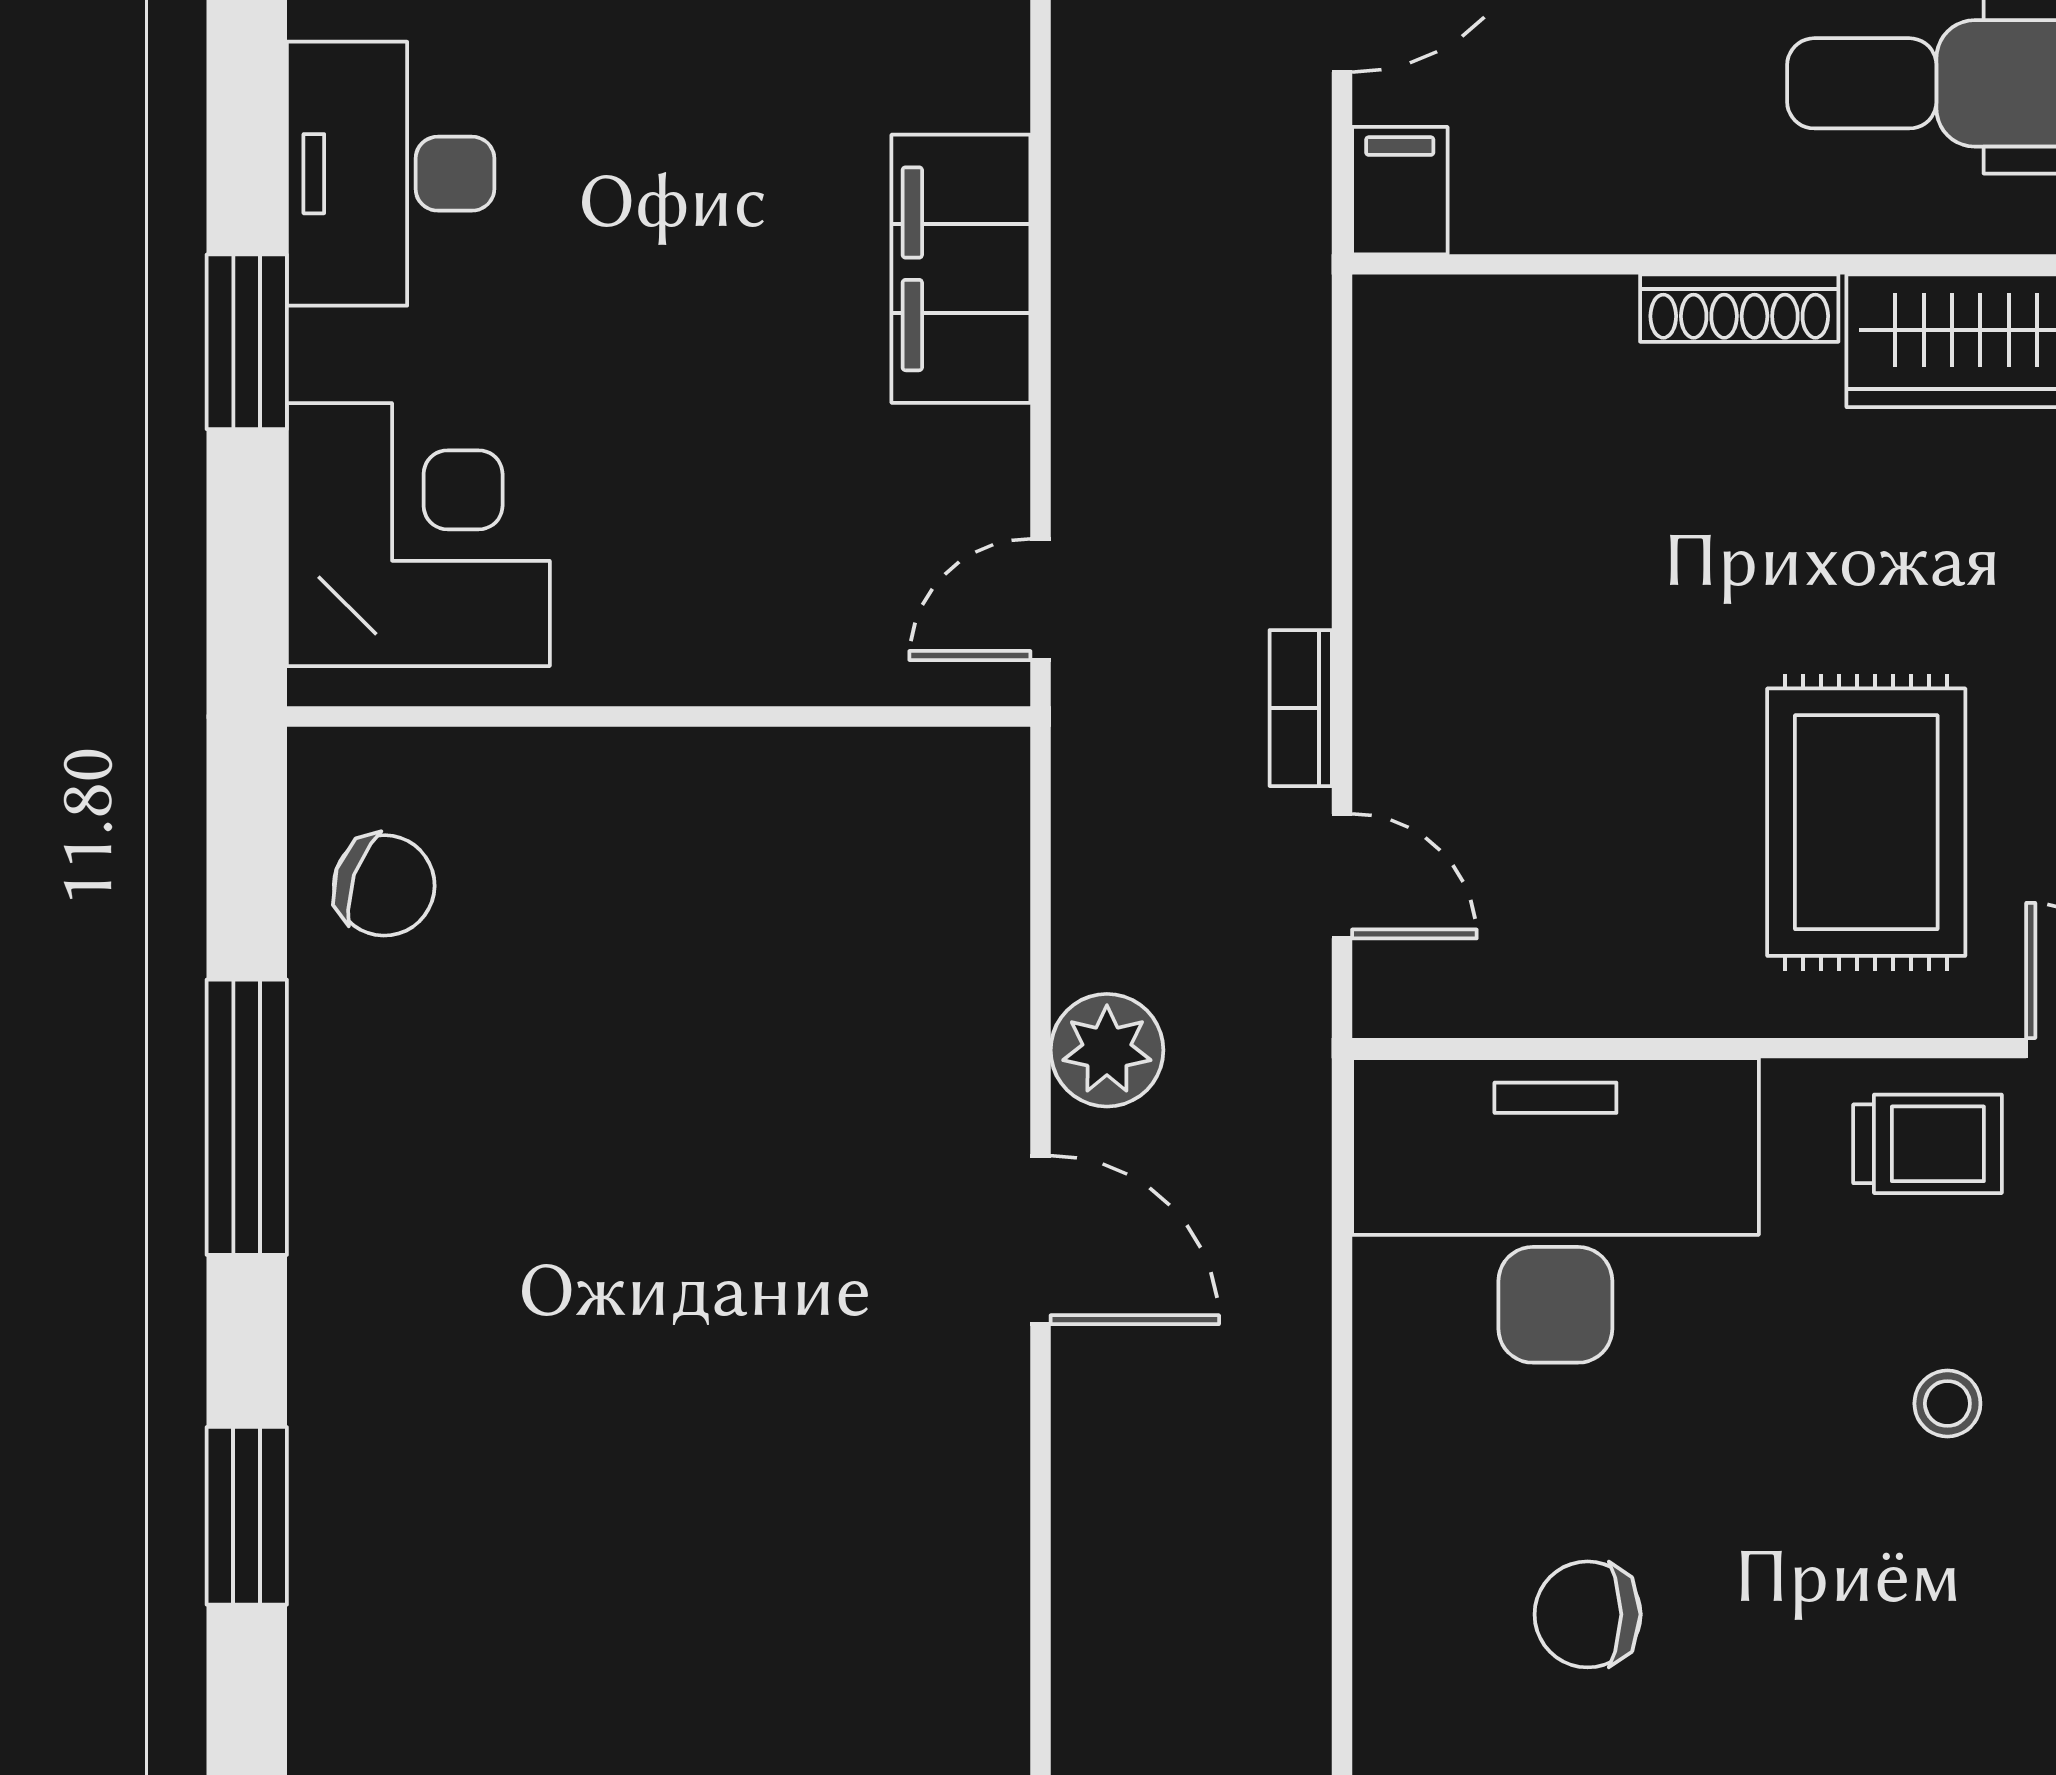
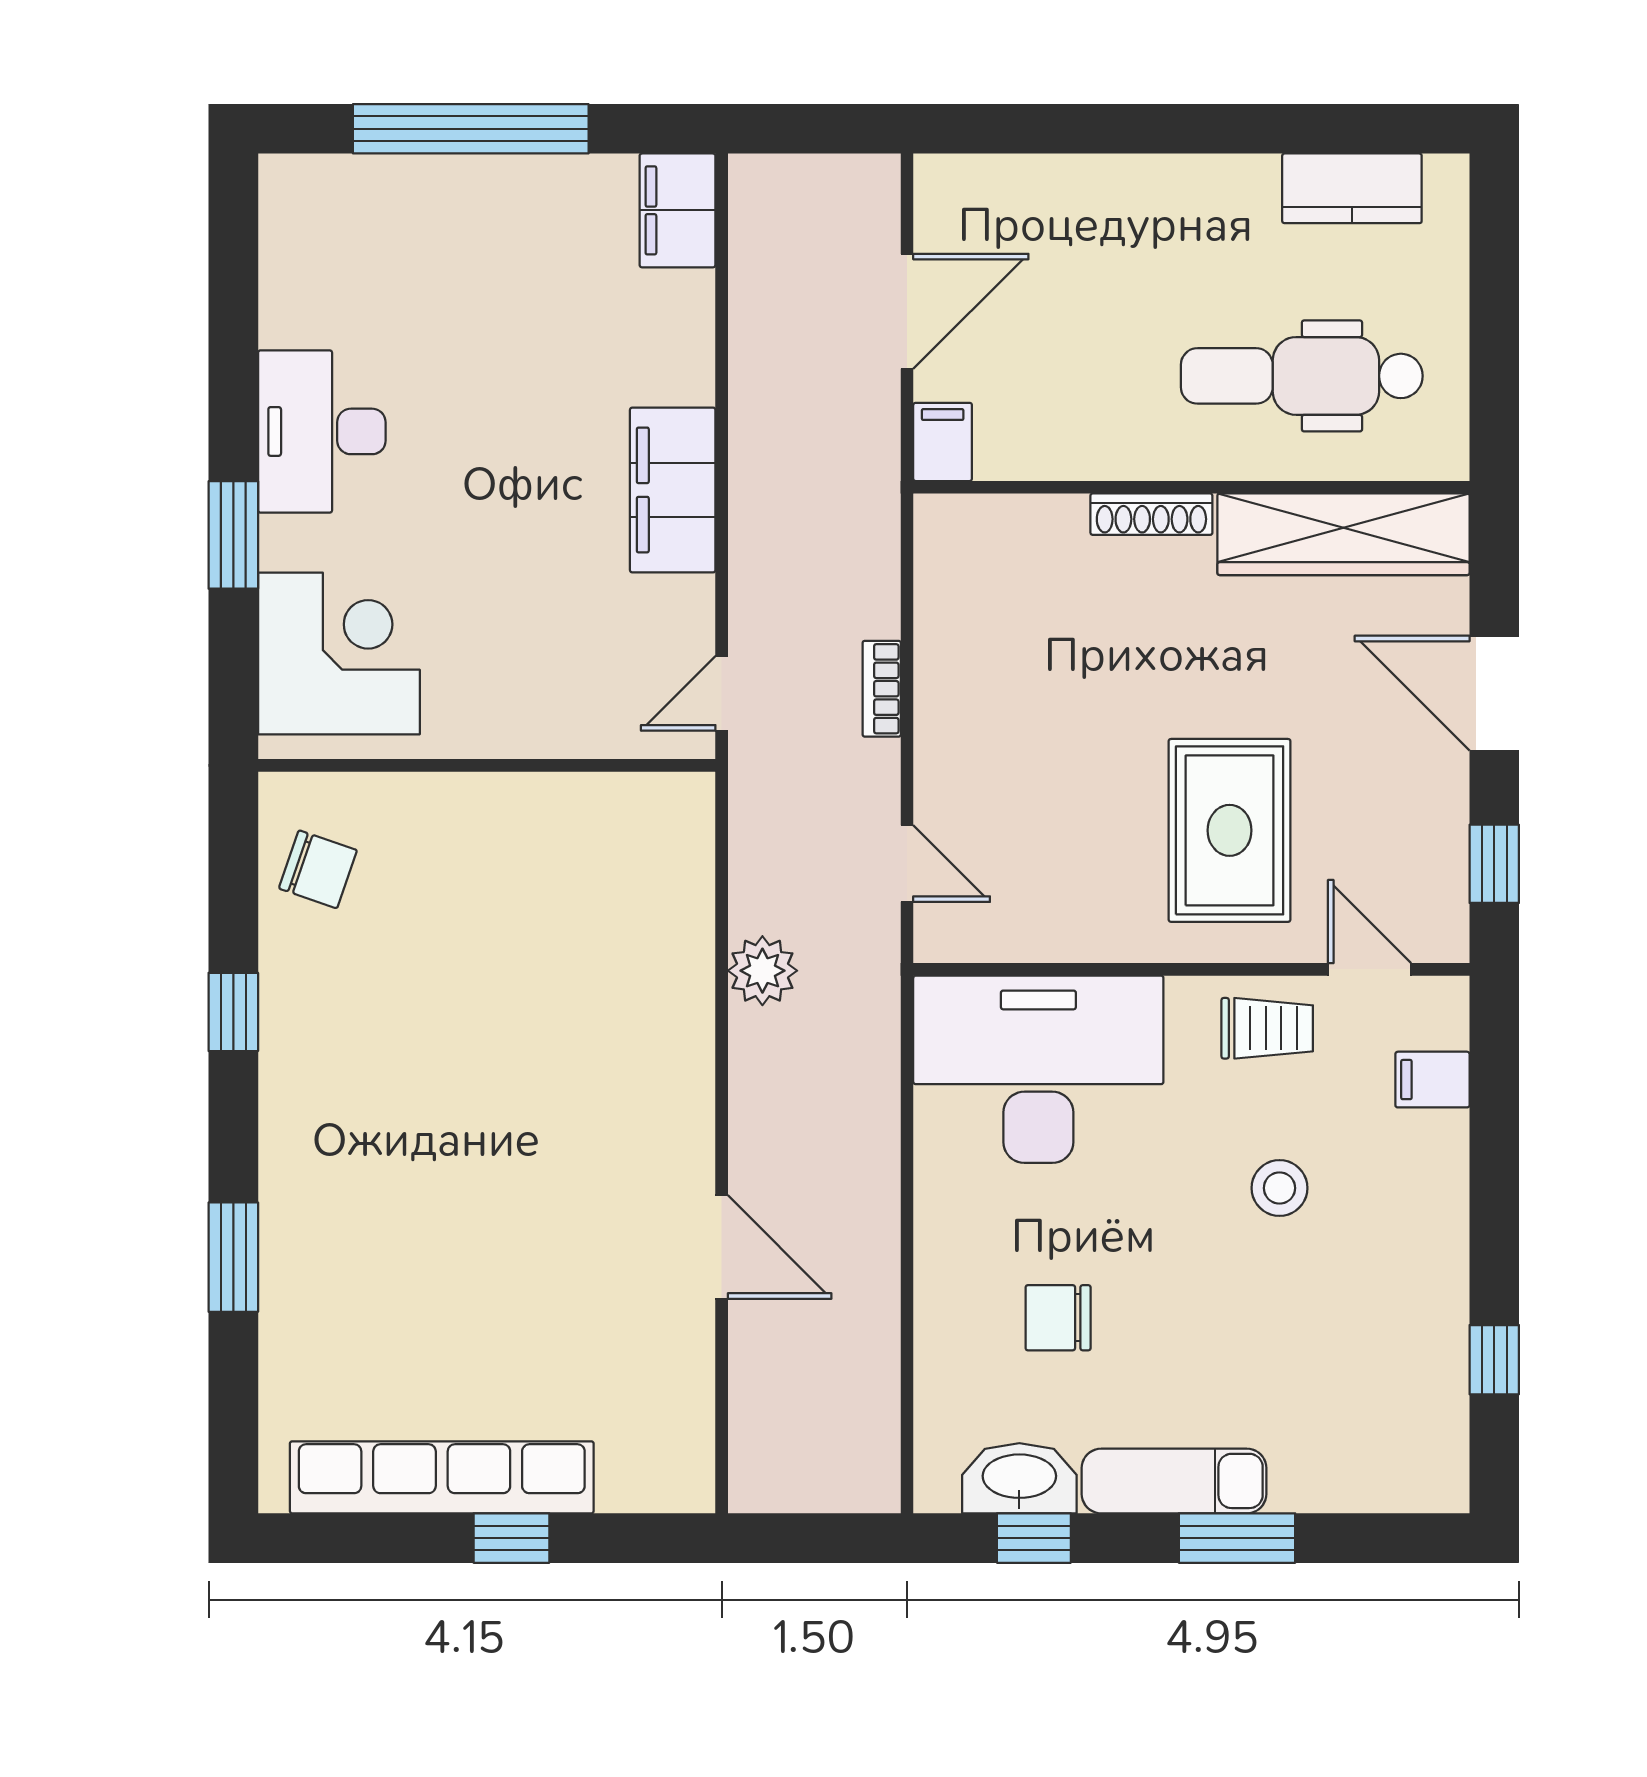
bookcase: (1301, 708) -> (882, 689), moved
window: (247, 1117) -> (233, 1012), width x0.46
door: (1041, 1240) -> (722, 1247), moved
stool: (1947, 1404) -> (1280, 1188), width x1.37, depth x1.37

